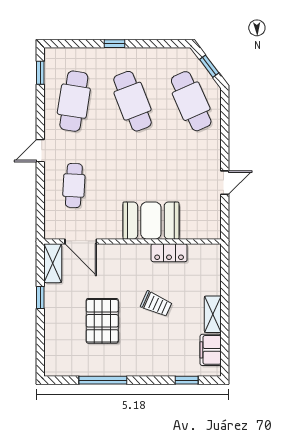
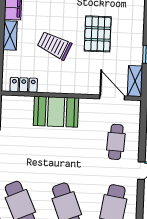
locker: (169, 253) -> (24, 85), moved
trolley: (156, 304) -> (54, 45), width x1.36, depth x1.39

